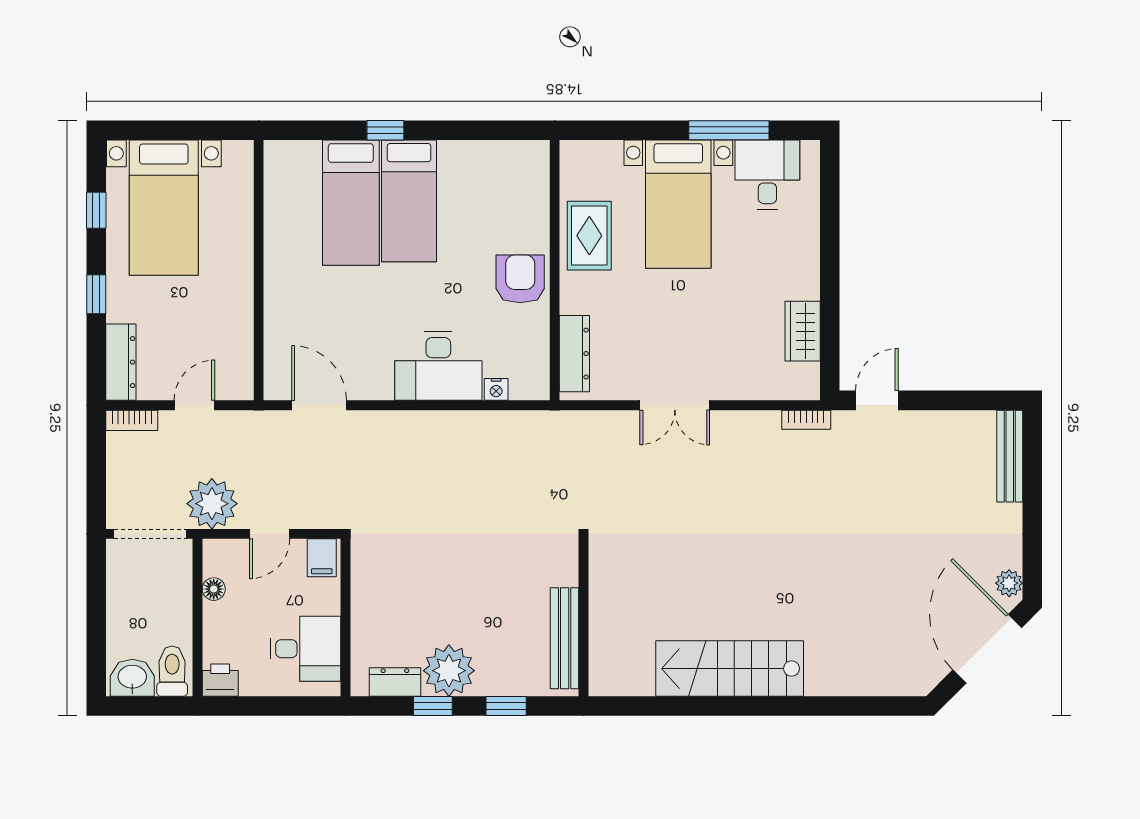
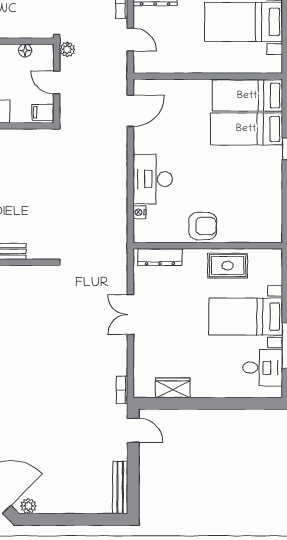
bed: (409, 201) -> (247, 96), moved
bench: (1010, 456) -> (120, 487), moved, turned 90
plant: (212, 504) -> (67, 49), width x0.53, depth x0.53

